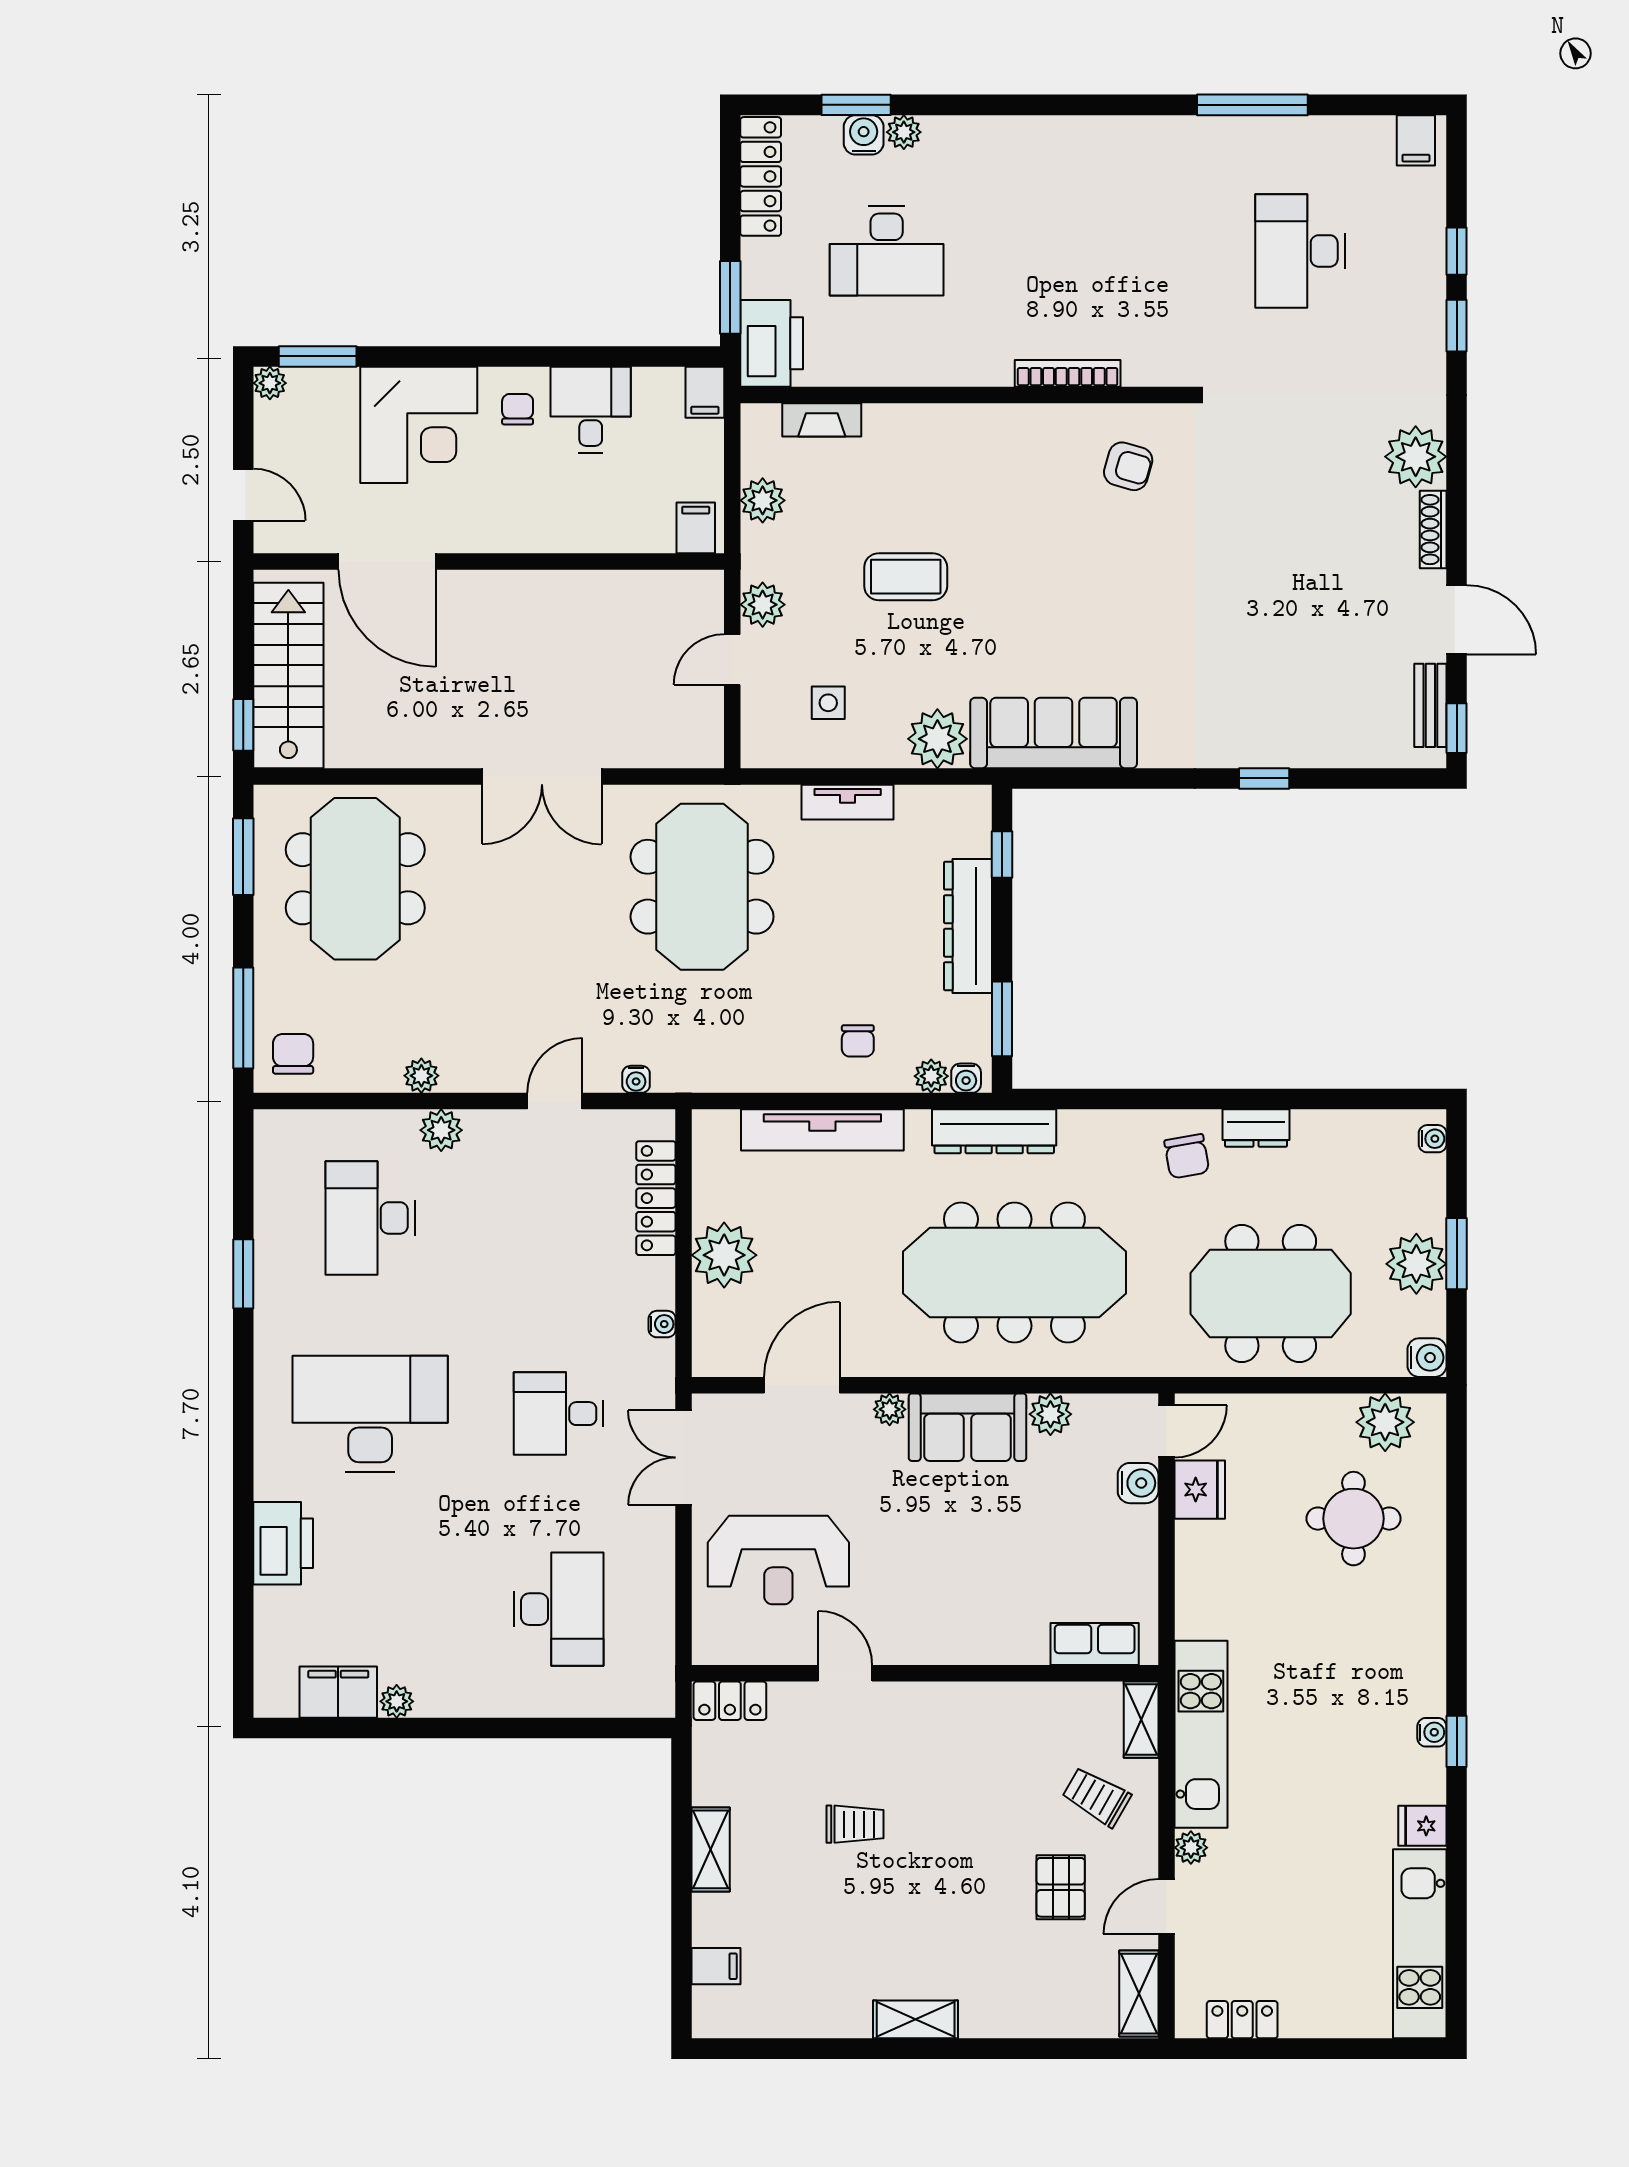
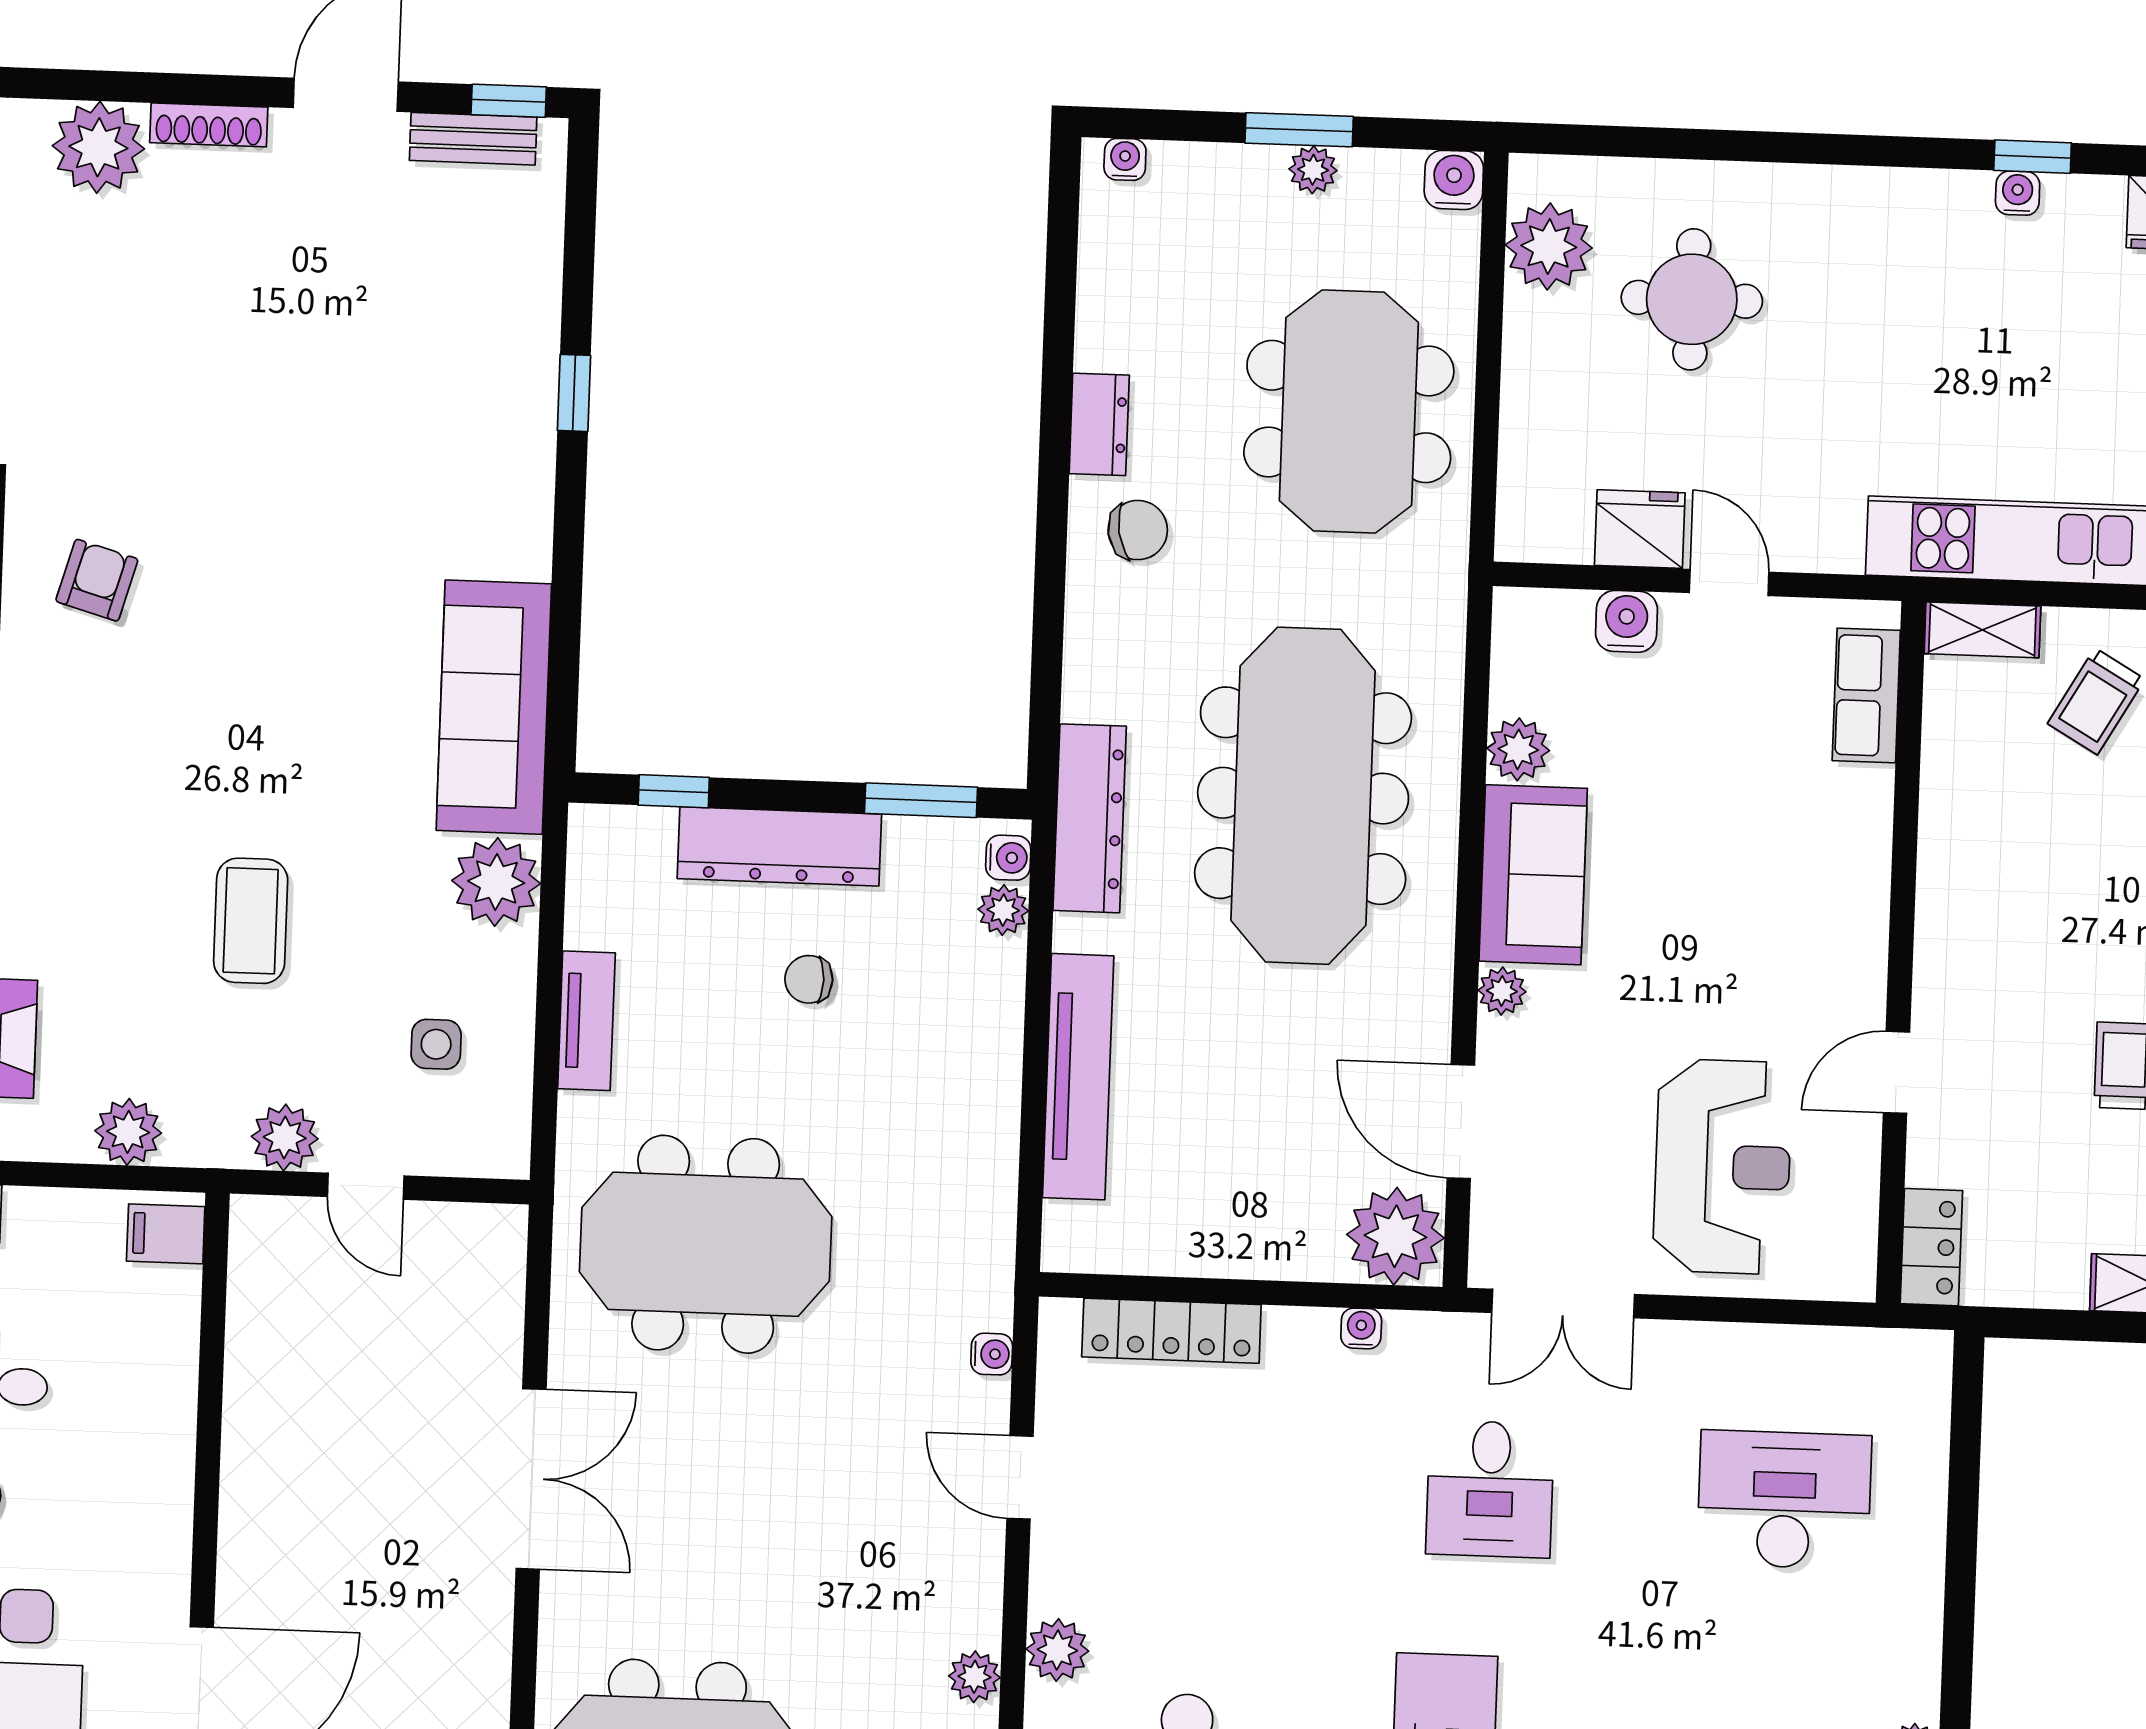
chair: (858, 1041) -> (809, 979), moved, turned 180
plant: (724, 1255) -> (1395, 1236), moved
plant: (1416, 1264) -> (1313, 170), width x0.53, depth x0.53
door: (1166, 1431) -> (1729, 582), moved

